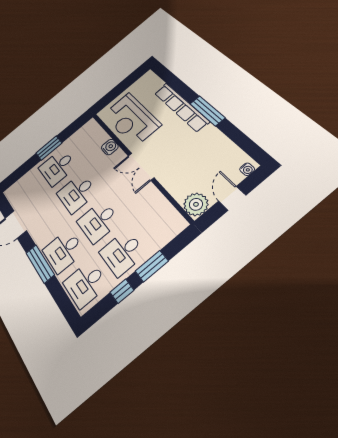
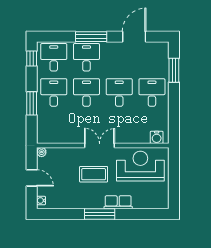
row of seats: (181, 107) -> (118, 202), width x0.50
water cooler: (110, 147) -> (157, 137), moved
window: (49, 148) -> (174, 70), moved
coffee table: (174, 148) -> (94, 174), added
plant: (196, 204) -> (42, 152), width x0.53, depth x0.53
window: (122, 291) -> (32, 58), moved

